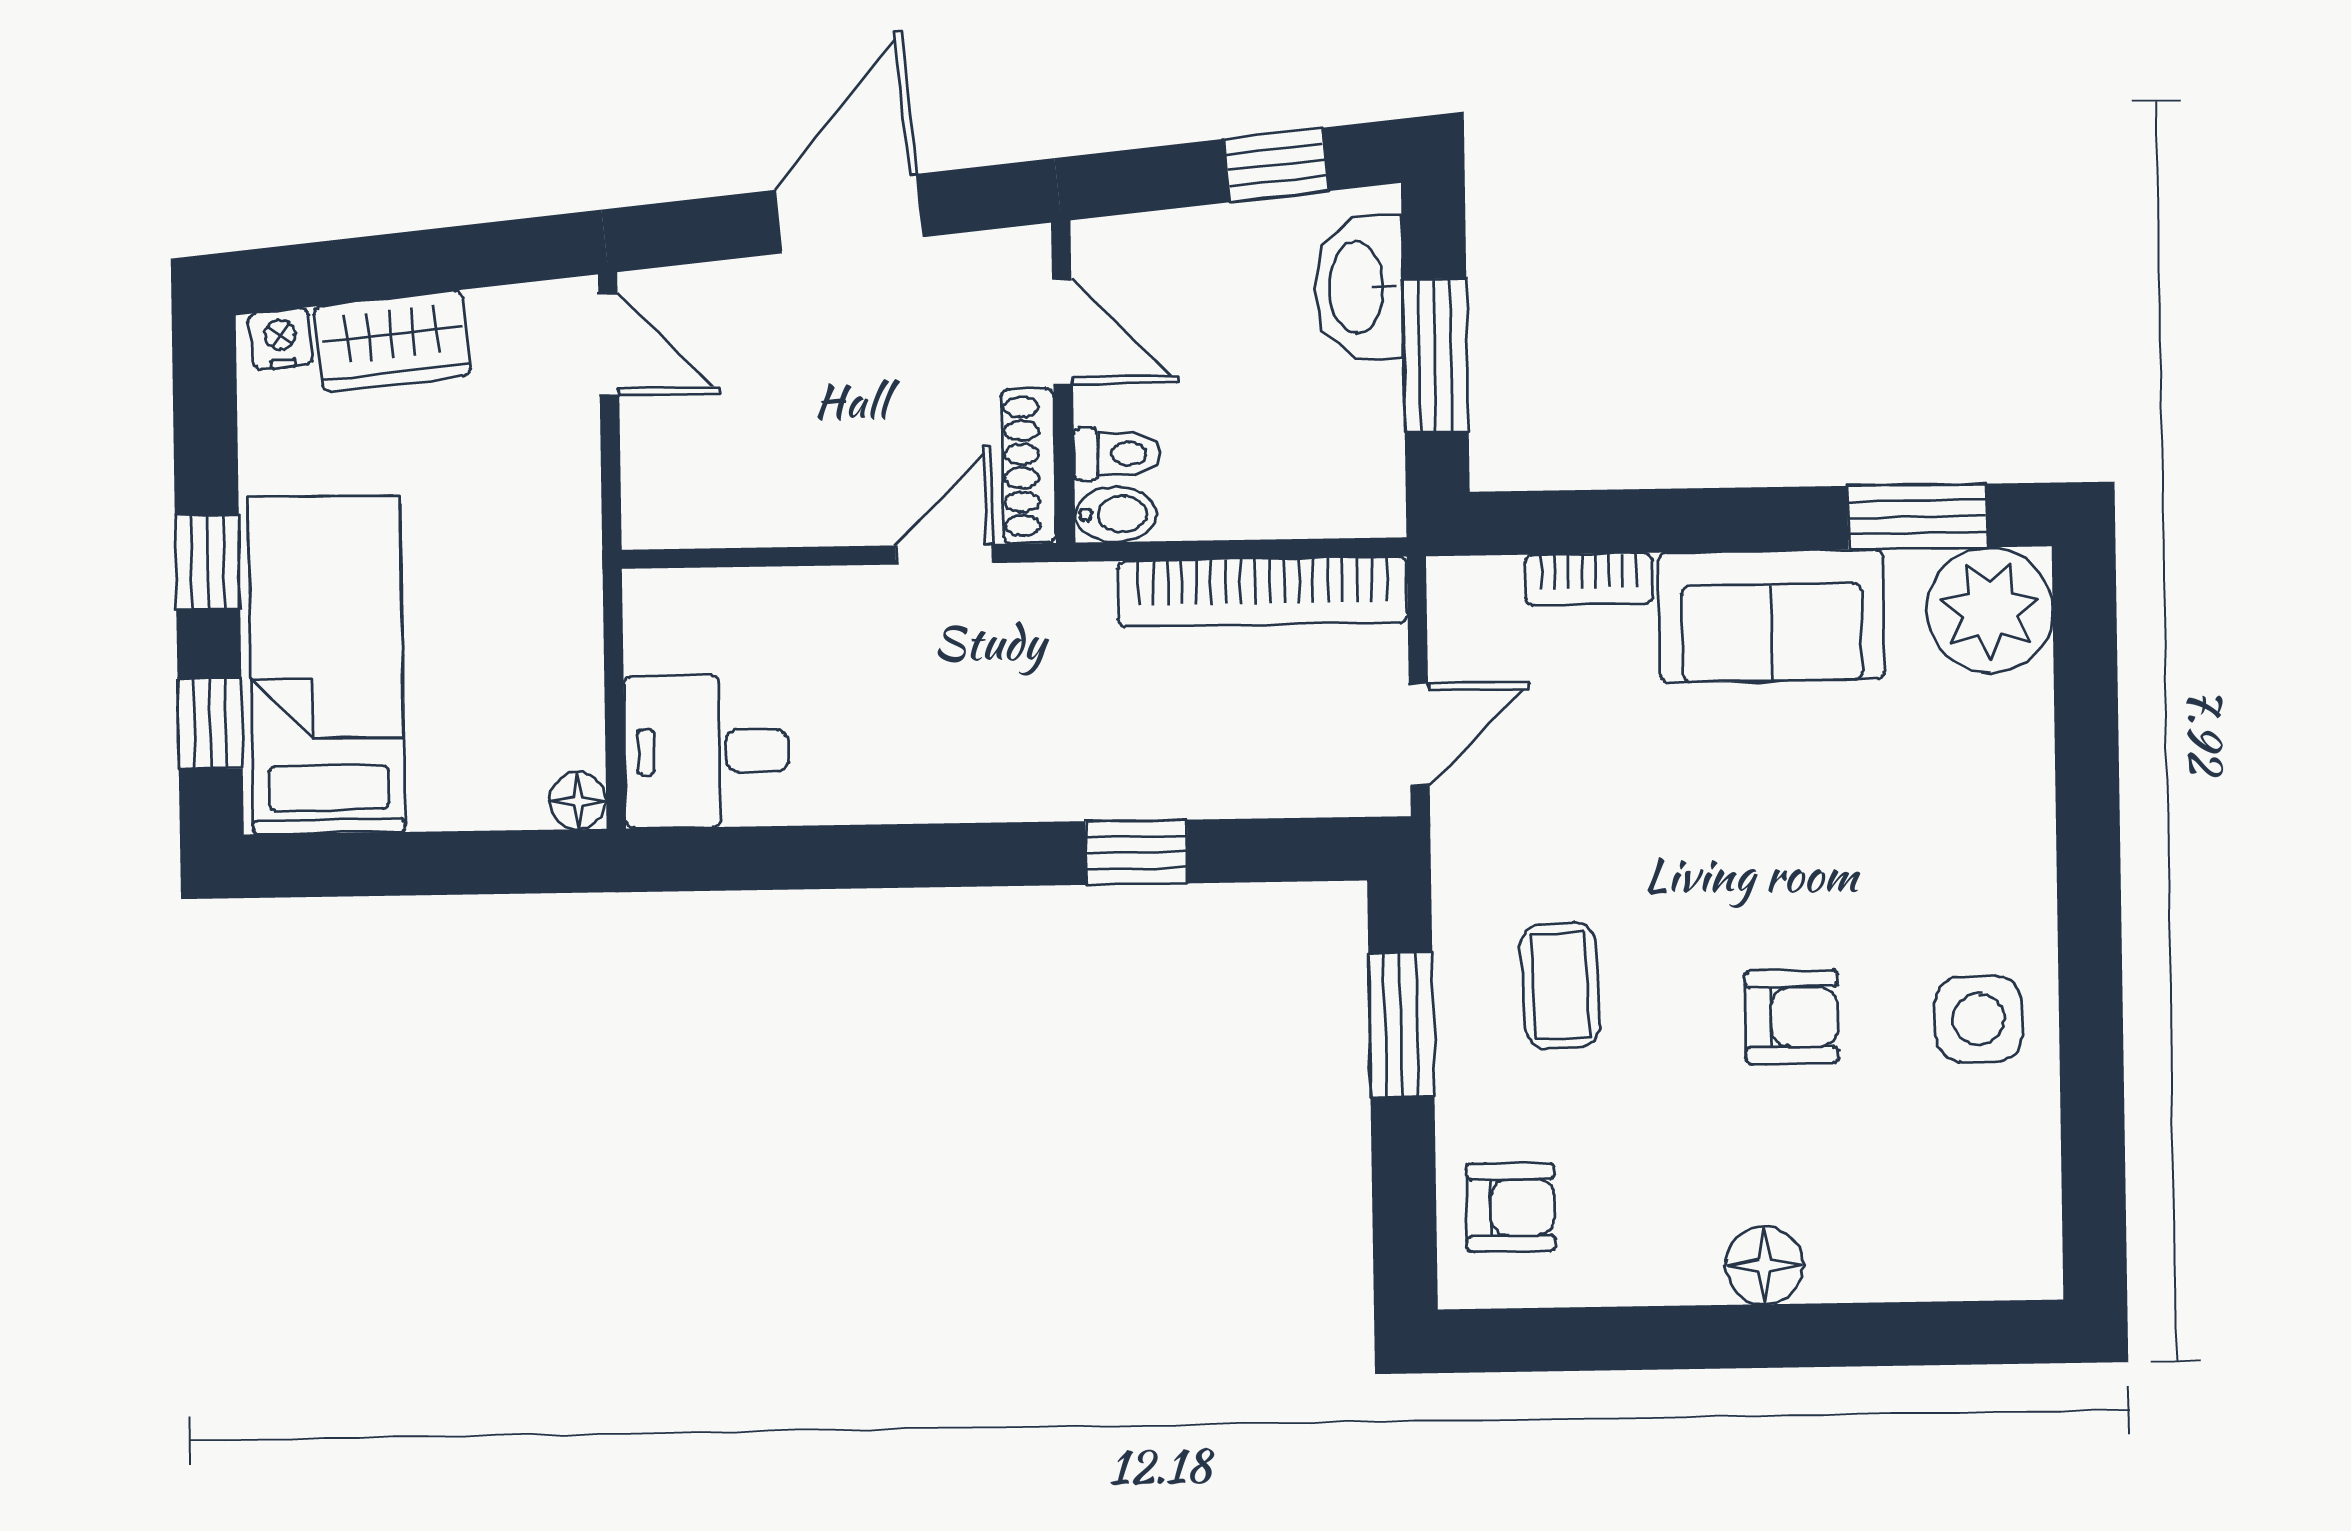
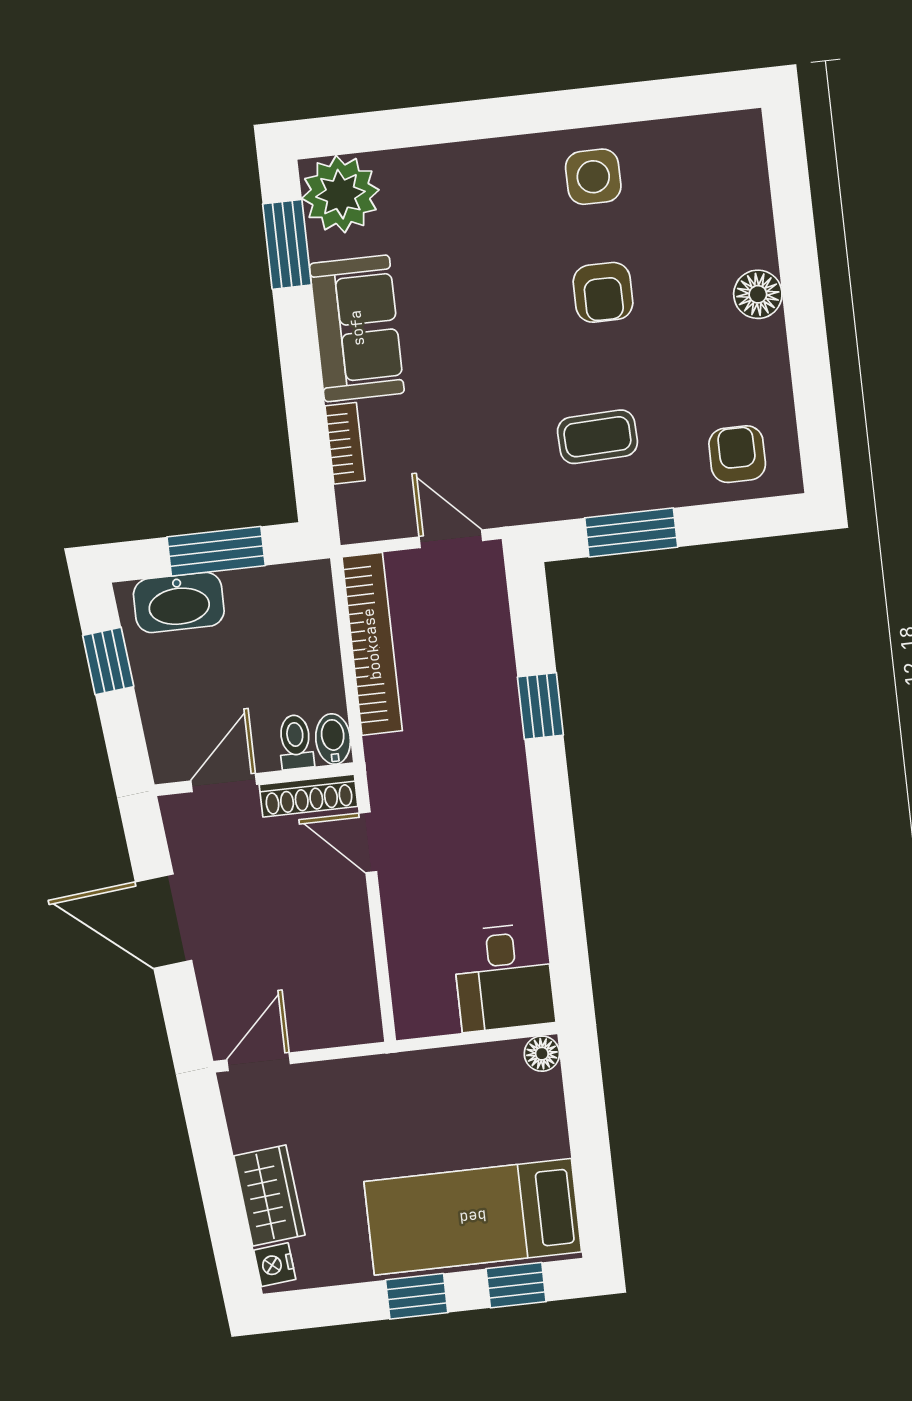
armchair: (1791, 1017) -> (603, 292), turned 180

